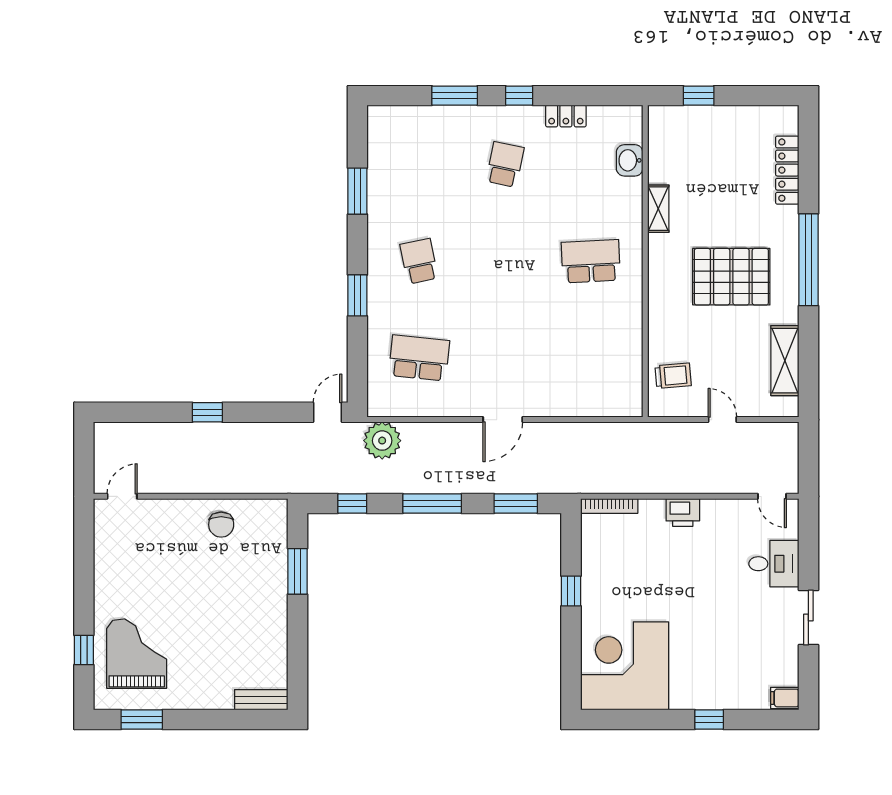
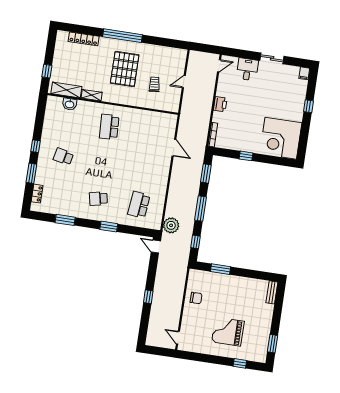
locker: (566, 116) -> (37, 194), moved
shelving: (785, 361) -> (66, 90), moved
trolley: (673, 376) -> (154, 84), moved
door: (503, 420) -> (174, 148), moved
grand piano: (137, 654) -> (228, 332), moved

